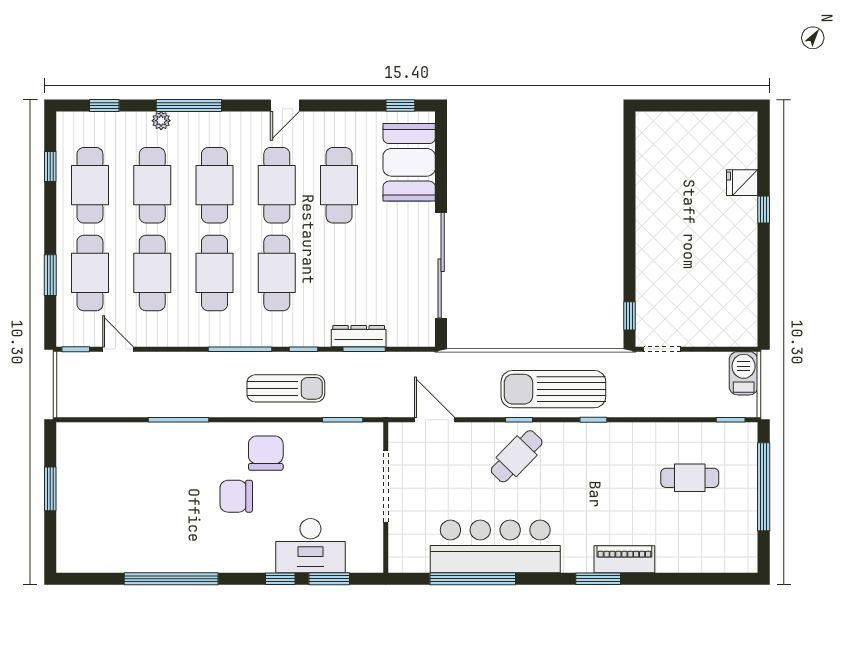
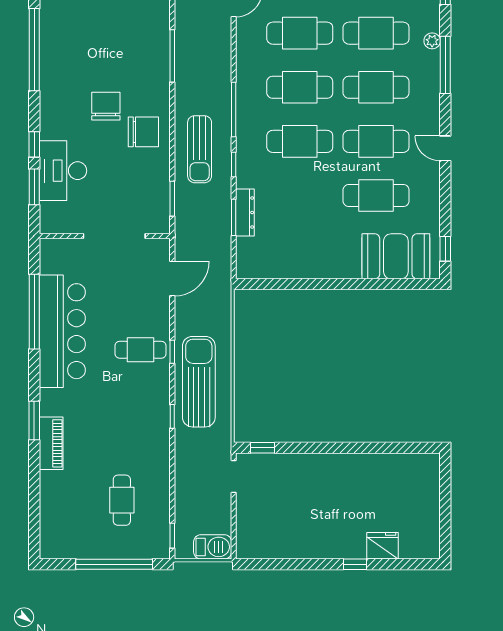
fridge: (742, 183) -> (383, 546), width x1.38
sliding door: (441, 265) -> (306, 284), removed
cafe table: (517, 456) -> (141, 350), turned -44

